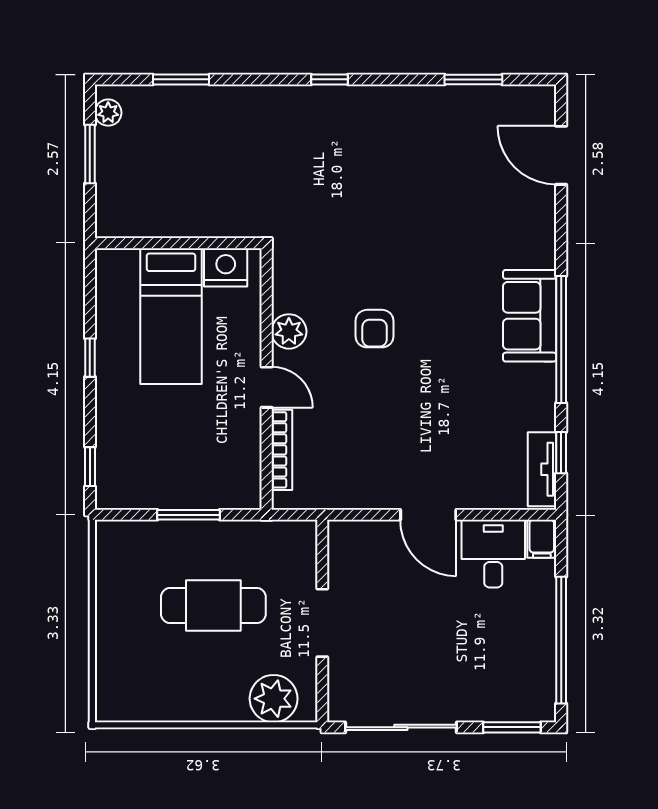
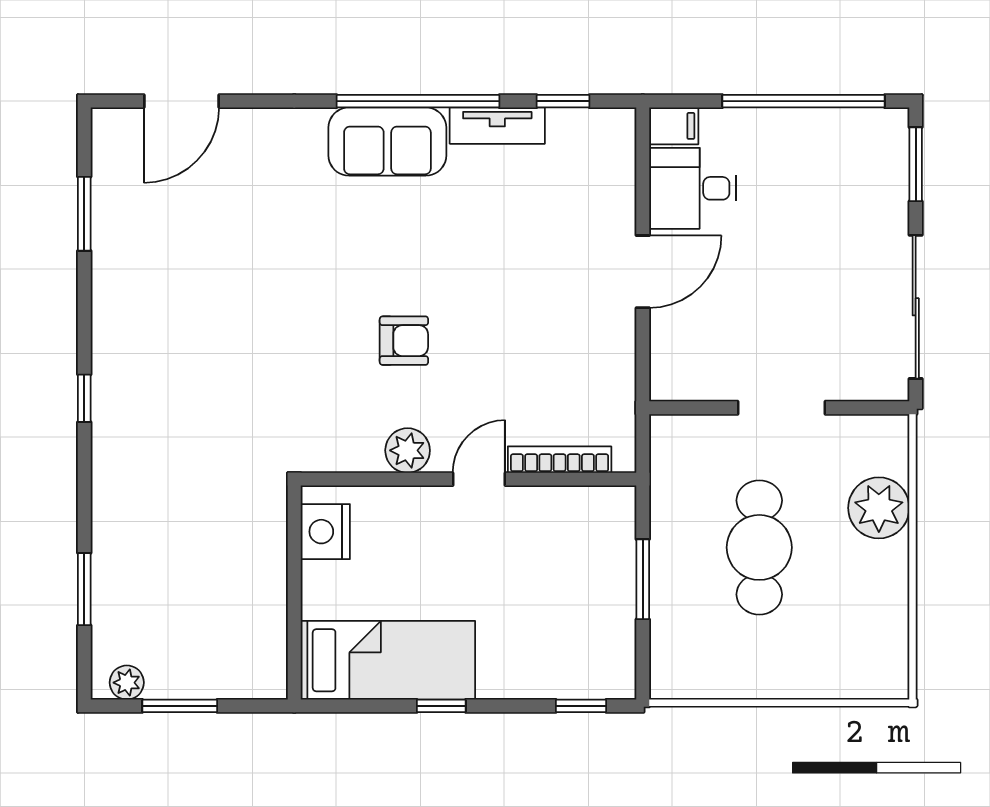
bed: (171, 316) -> (388, 660), moved
tv unit: (542, 469) -> (497, 126), moved
plant: (274, 699) -> (879, 508), moved

